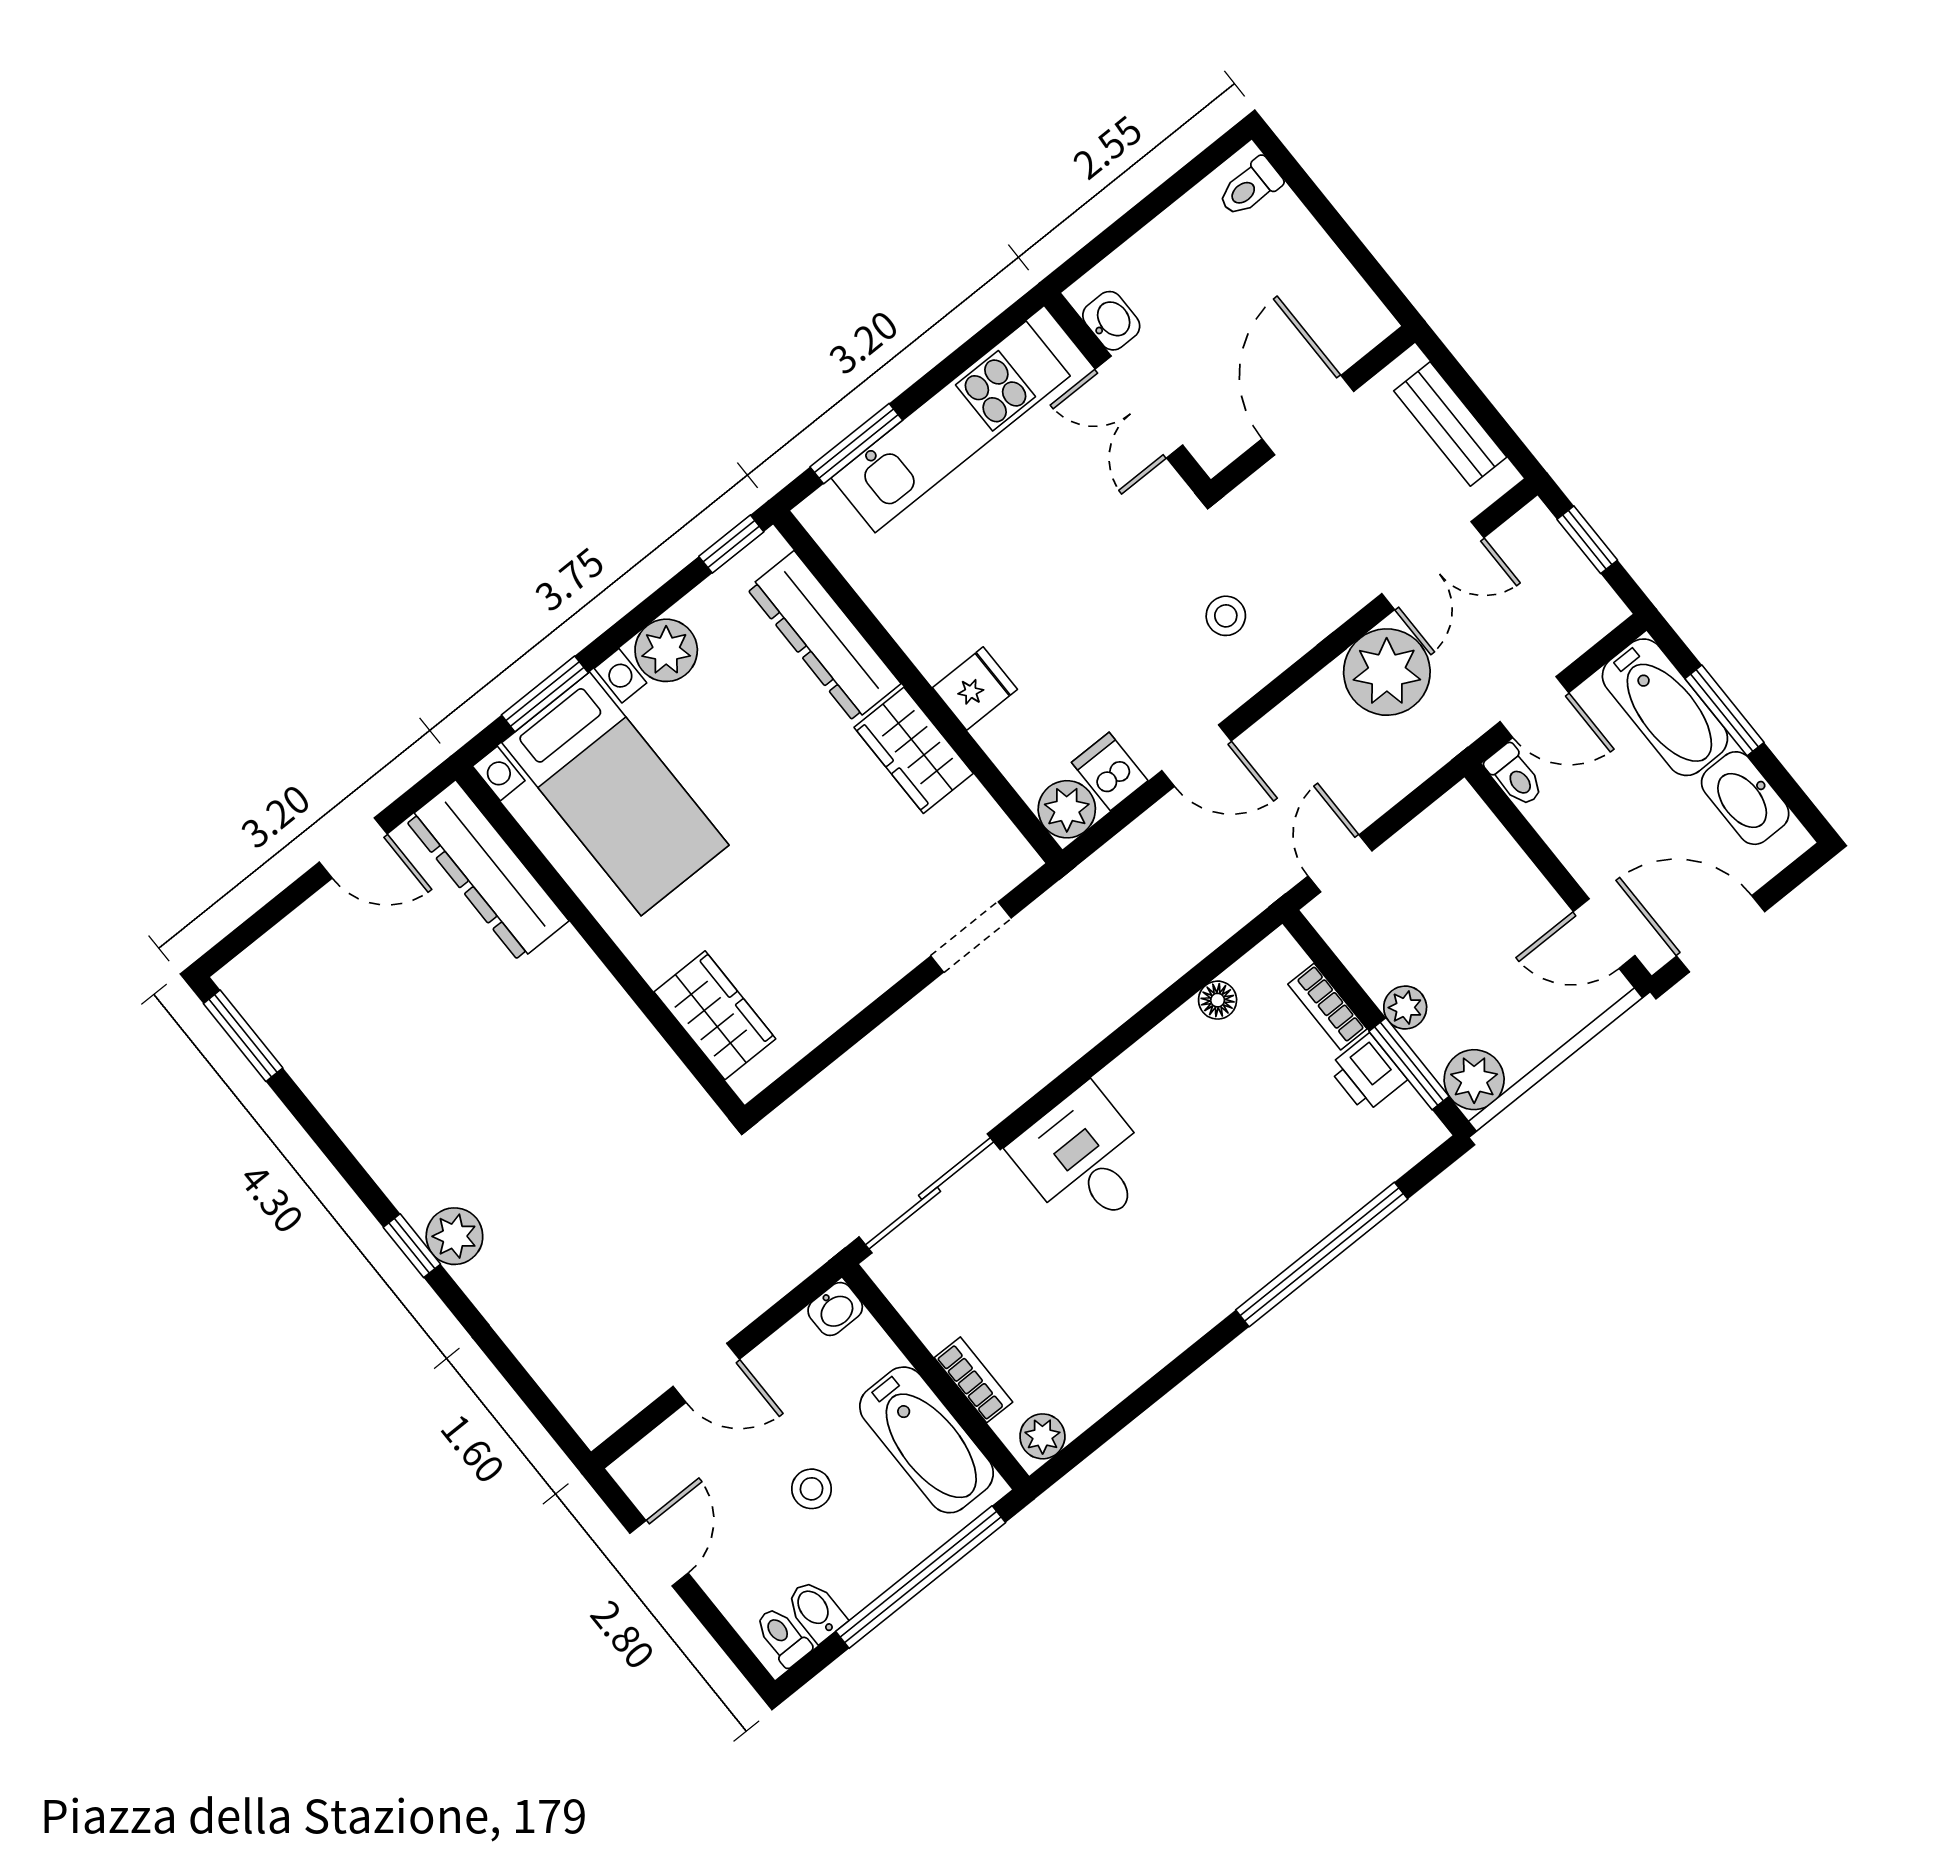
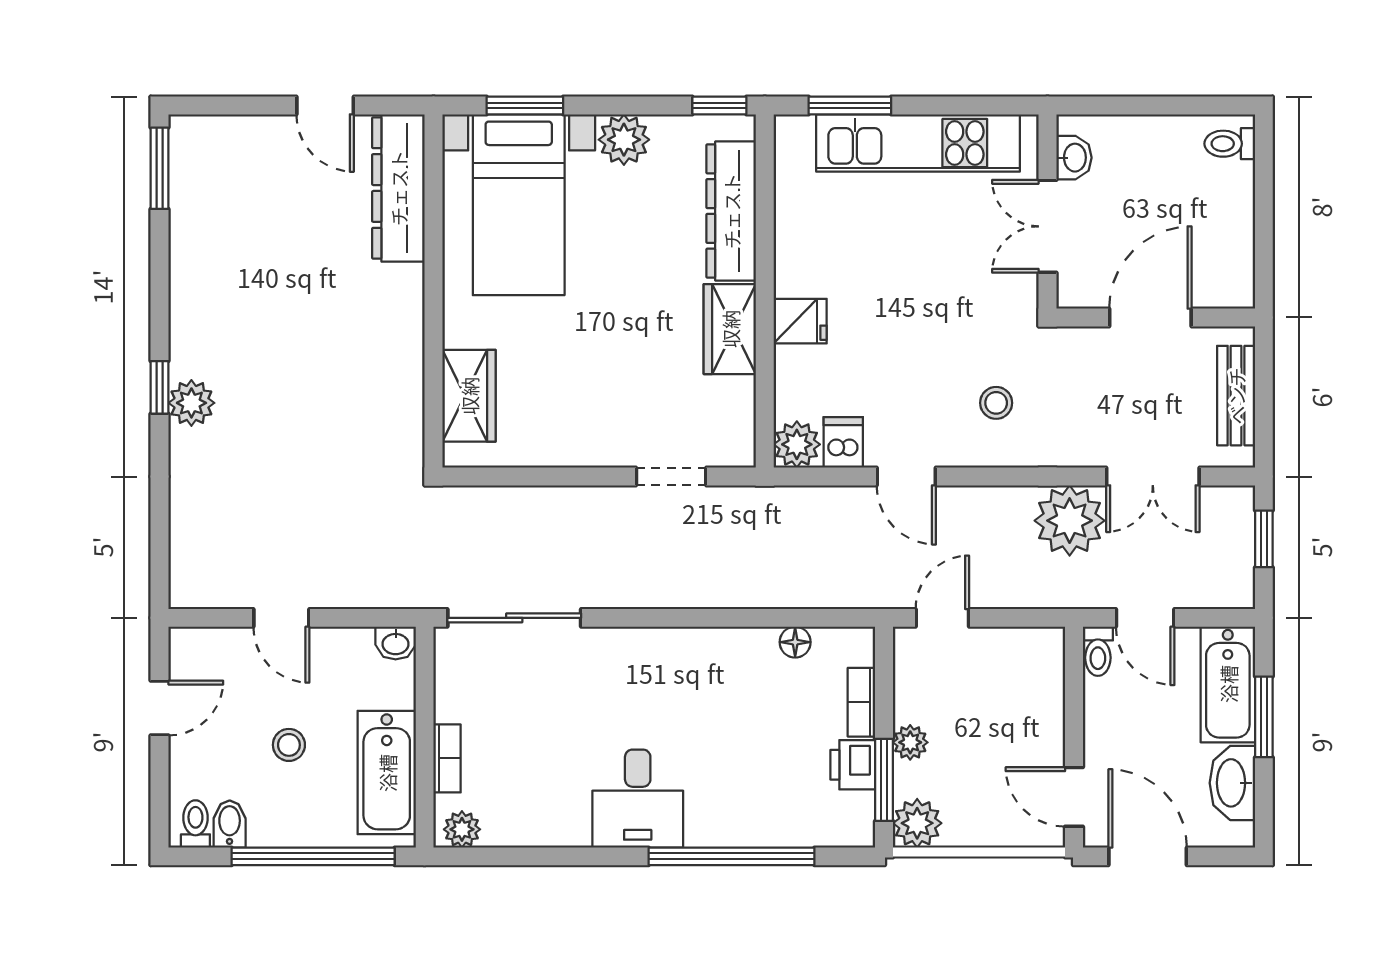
desk: (1085, 1160) -> (638, 799), moved, turned 180

